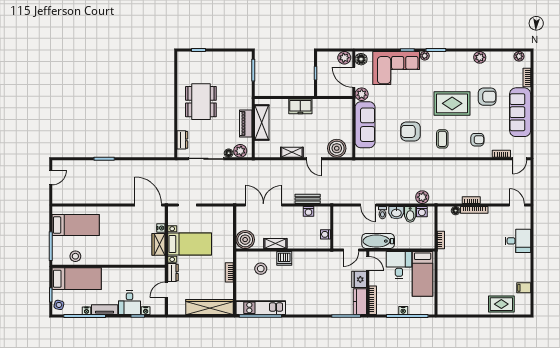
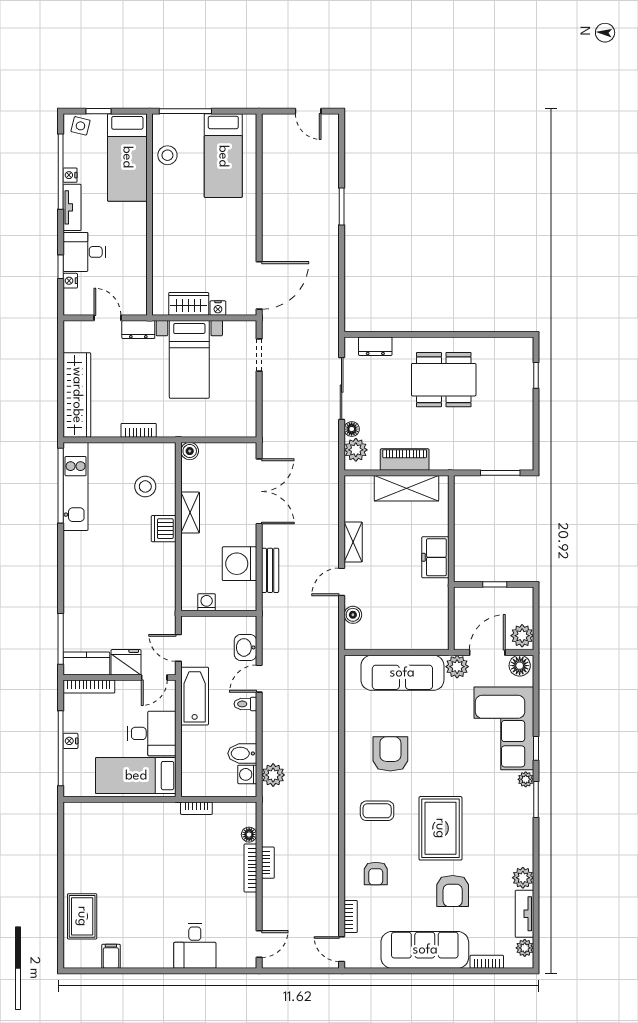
tv unit: (500, 56) -> (524, 914), added
boiler: (337, 148) -> (353, 615), width x0.54, depth x0.54
washing machine: (308, 211) -> (240, 564), width x1.89, depth x1.89
washbasin: (396, 213) -> (245, 647), moved
boiler: (245, 240) -> (190, 451), width x0.54, depth x0.54

